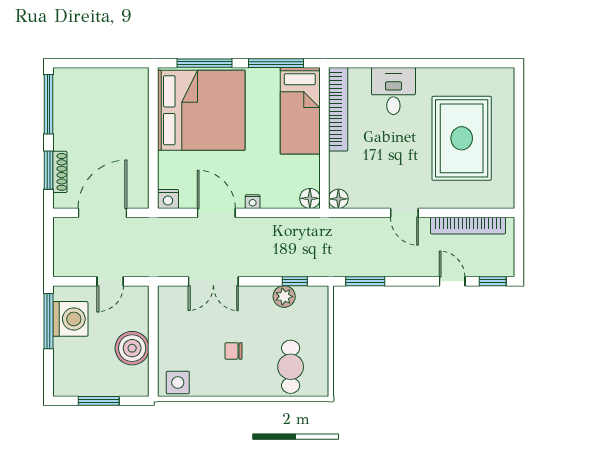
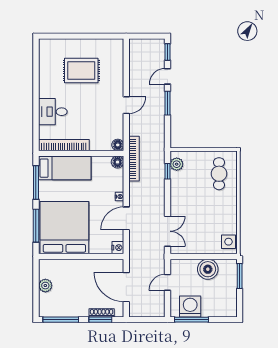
plant: (105, 79) -> (45, 286), added
rug: (462, 138) -> (81, 71), width x0.73, depth x0.69
bookcase: (468, 226) -> (134, 159), moved
door: (110, 281) -> (167, 282), swing flipped
double door: (213, 281) -> (167, 231), moved
window: (365, 281) -> (167, 103), moved
plant: (284, 296) -> (177, 164), moved
chair: (233, 351) -> (209, 208), removed
cafe table: (291, 367) -> (219, 174), turned 90
window: (99, 401) -> (240, 276), moved

